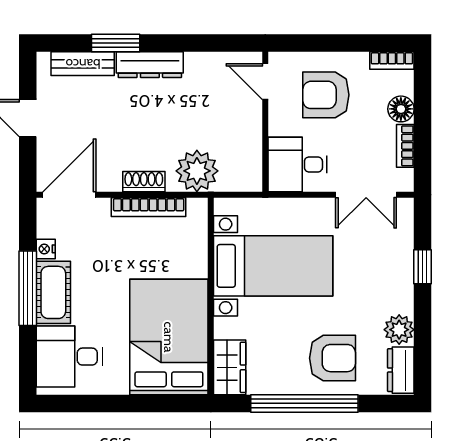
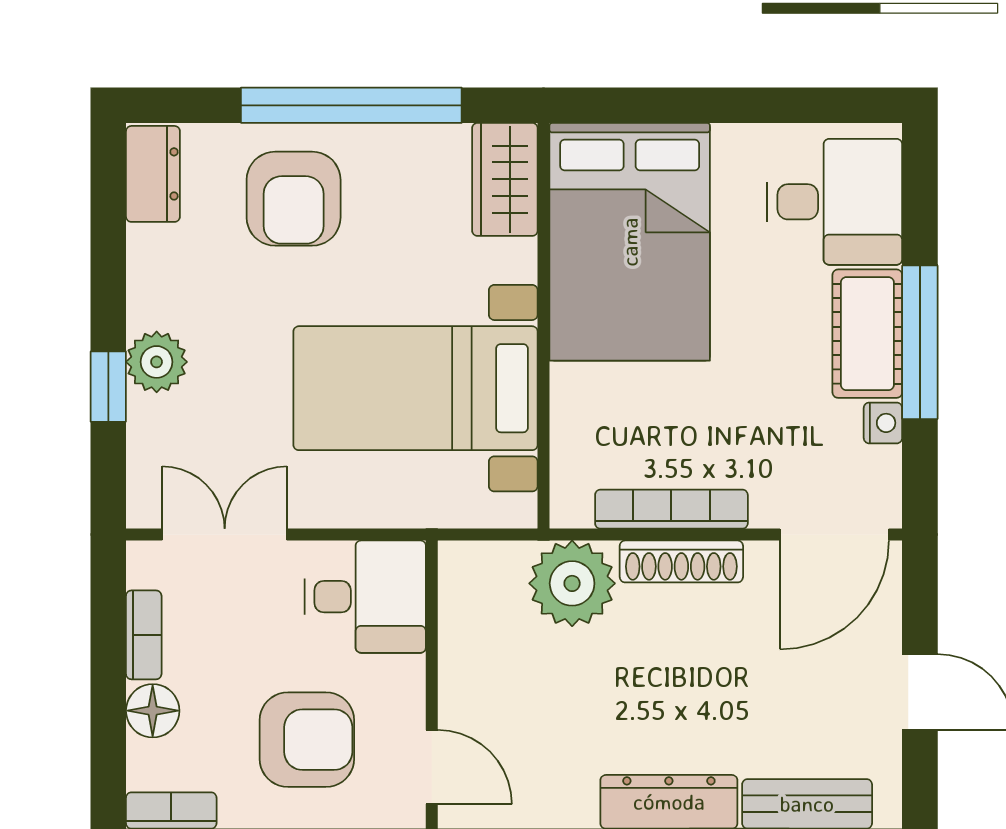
shoe rack: (144, 182) -> (681, 561), width x1.43
plant: (399, 330) -> (157, 362), moved
armchair: (332, 358) -> (294, 199), turned -90

